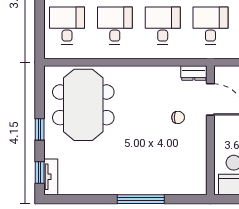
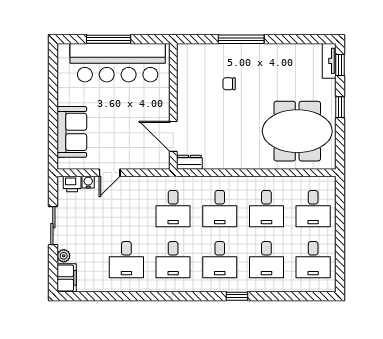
meeting table: (83, 105) -> (297, 131), turned 90
chair: (178, 117) -> (229, 84), moved

